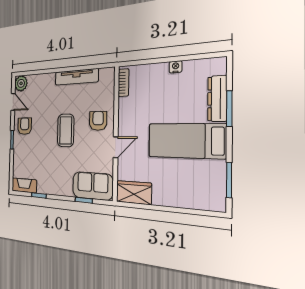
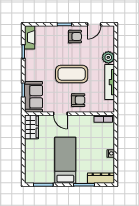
plant: (21, 83) -> (108, 57), moved
dresser: (217, 99) -> (101, 178), moved
coffee table: (66, 130) -> (72, 74), width x1.36, depth x1.32

